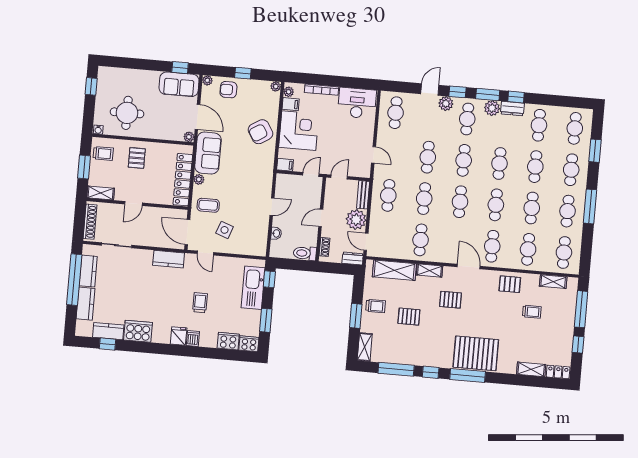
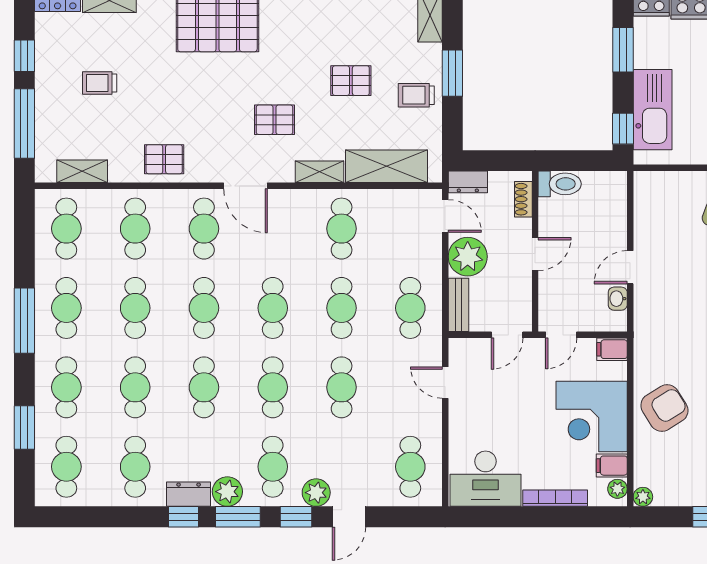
washbasin: (276, 233) -> (618, 299), moved
trolley: (532, 312) -> (100, 83), moved

